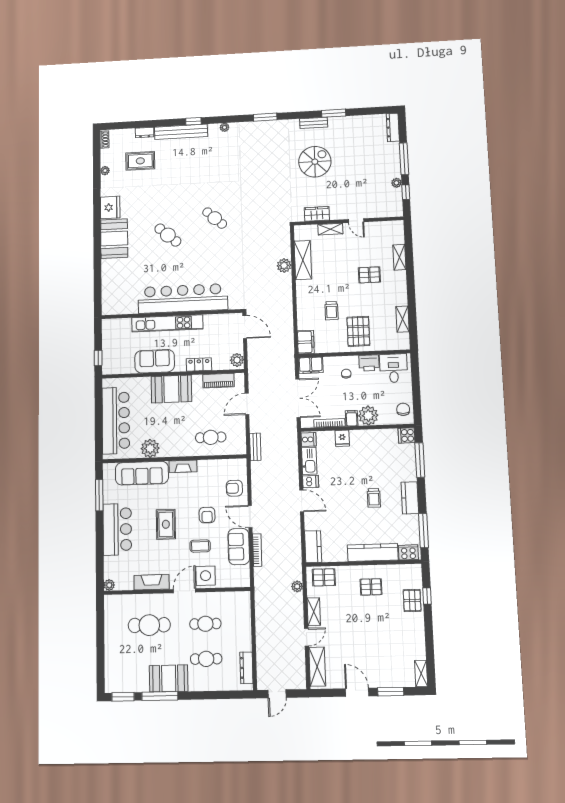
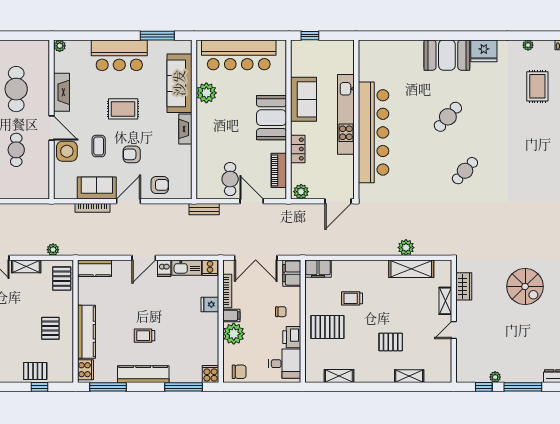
pallet: (369, 275) -> (391, 342), turned 90
cafe table: (211, 437) -> (230, 179), moved
armchair: (234, 488) -> (160, 185), turned 90
kitchen counter: (410, 498) -> (143, 374), width x1.50

